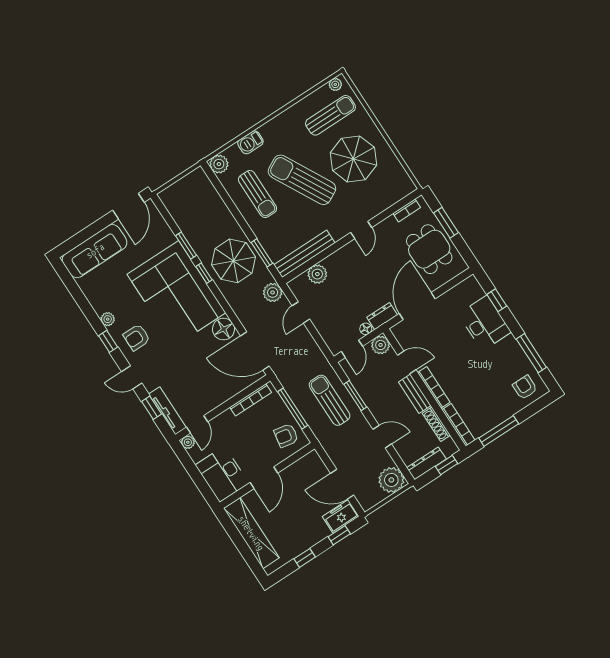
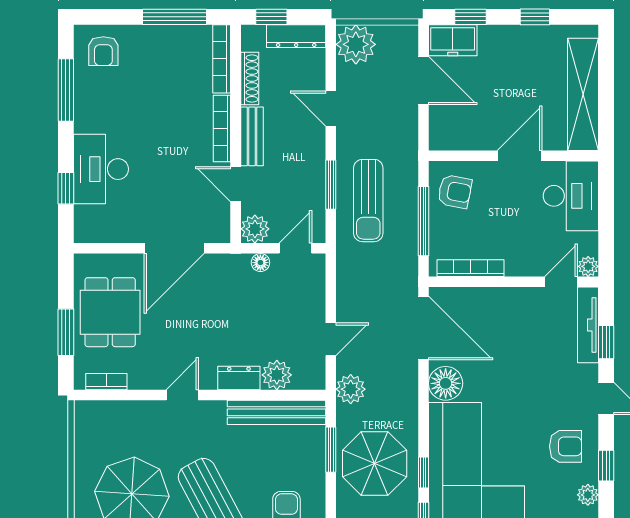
dresser: (382, 316) -> (239, 378), moved, turned 180

